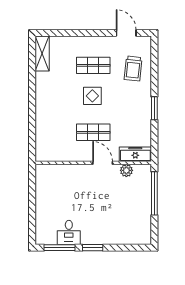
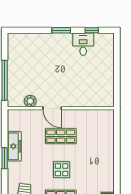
freezer: (135, 154) -> (14, 146), moved, turned -90
window: (60, 248) -> (92, 30), width x0.46

